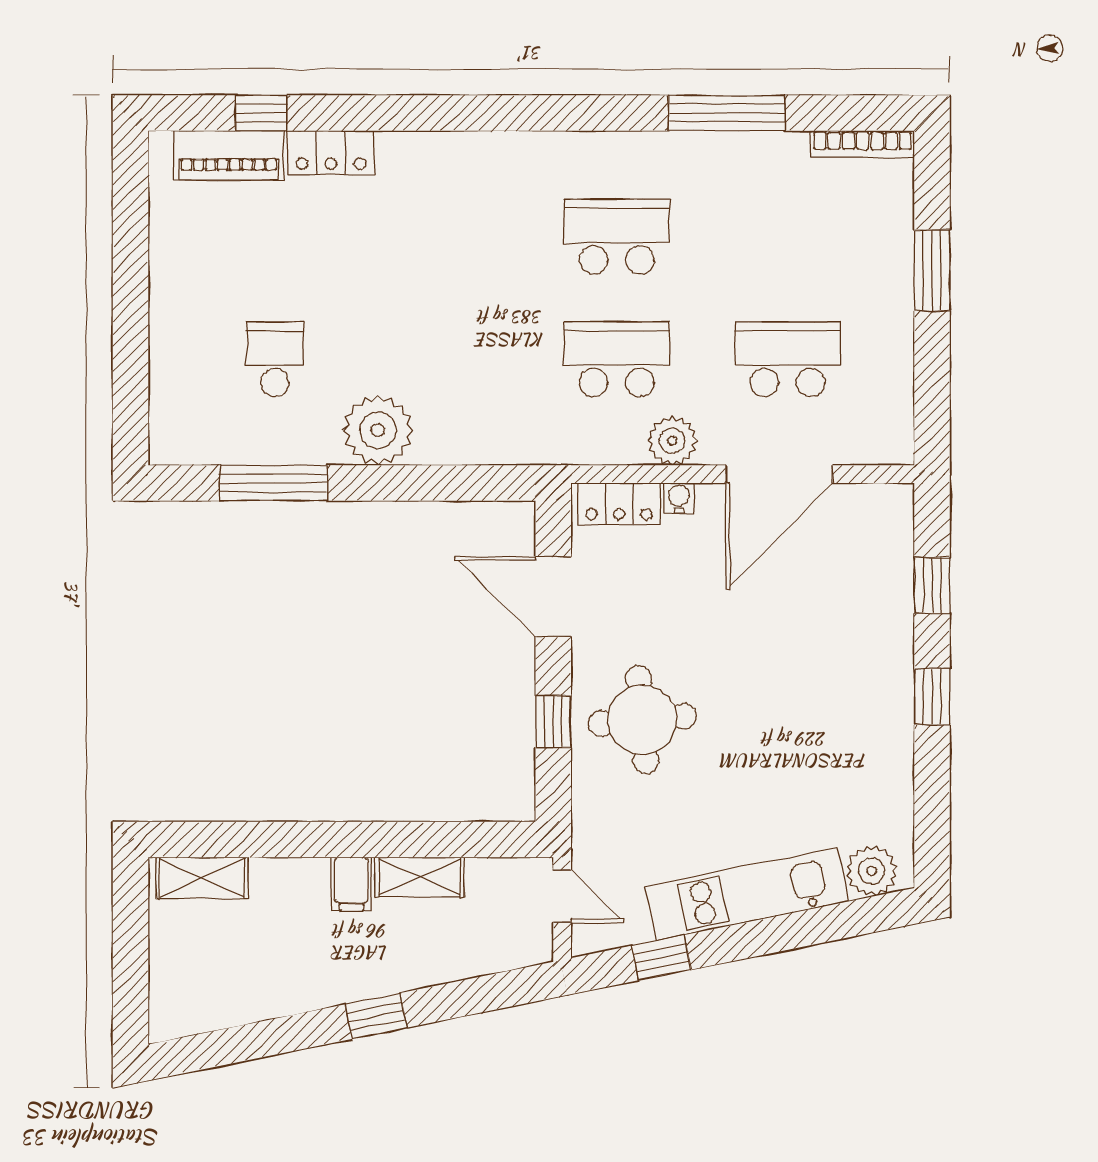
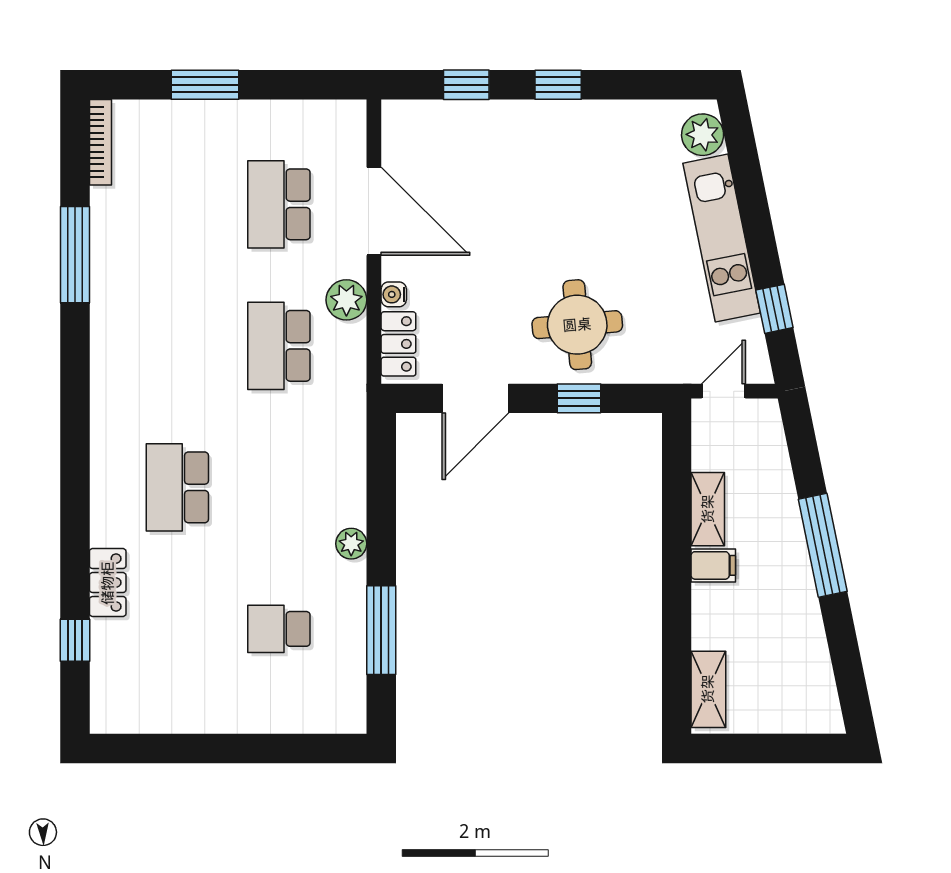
piano: (229, 155) -> (110, 667), removed
school desk: (617, 237) -> (177, 487), moved
plant: (378, 430) -> (351, 544), width x0.53, depth x0.53
window: (376, 1016) -> (823, 545), width x2.17

